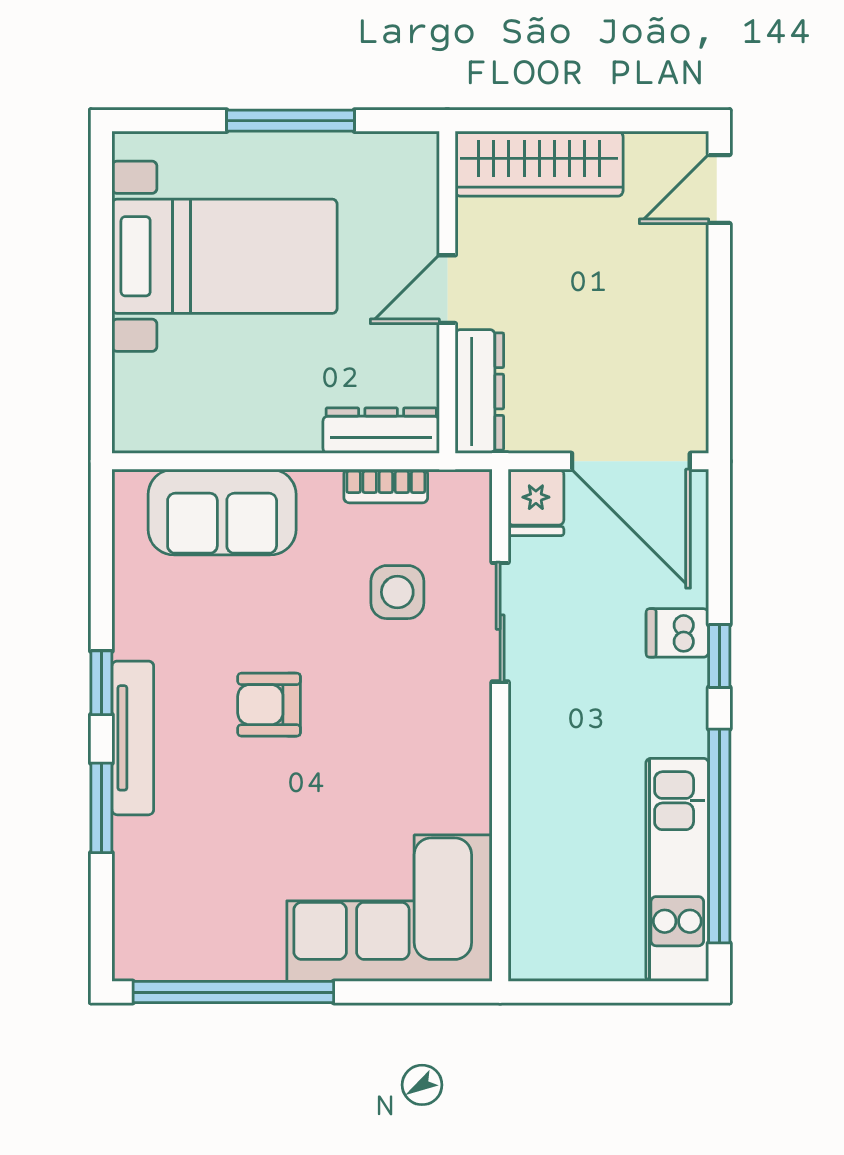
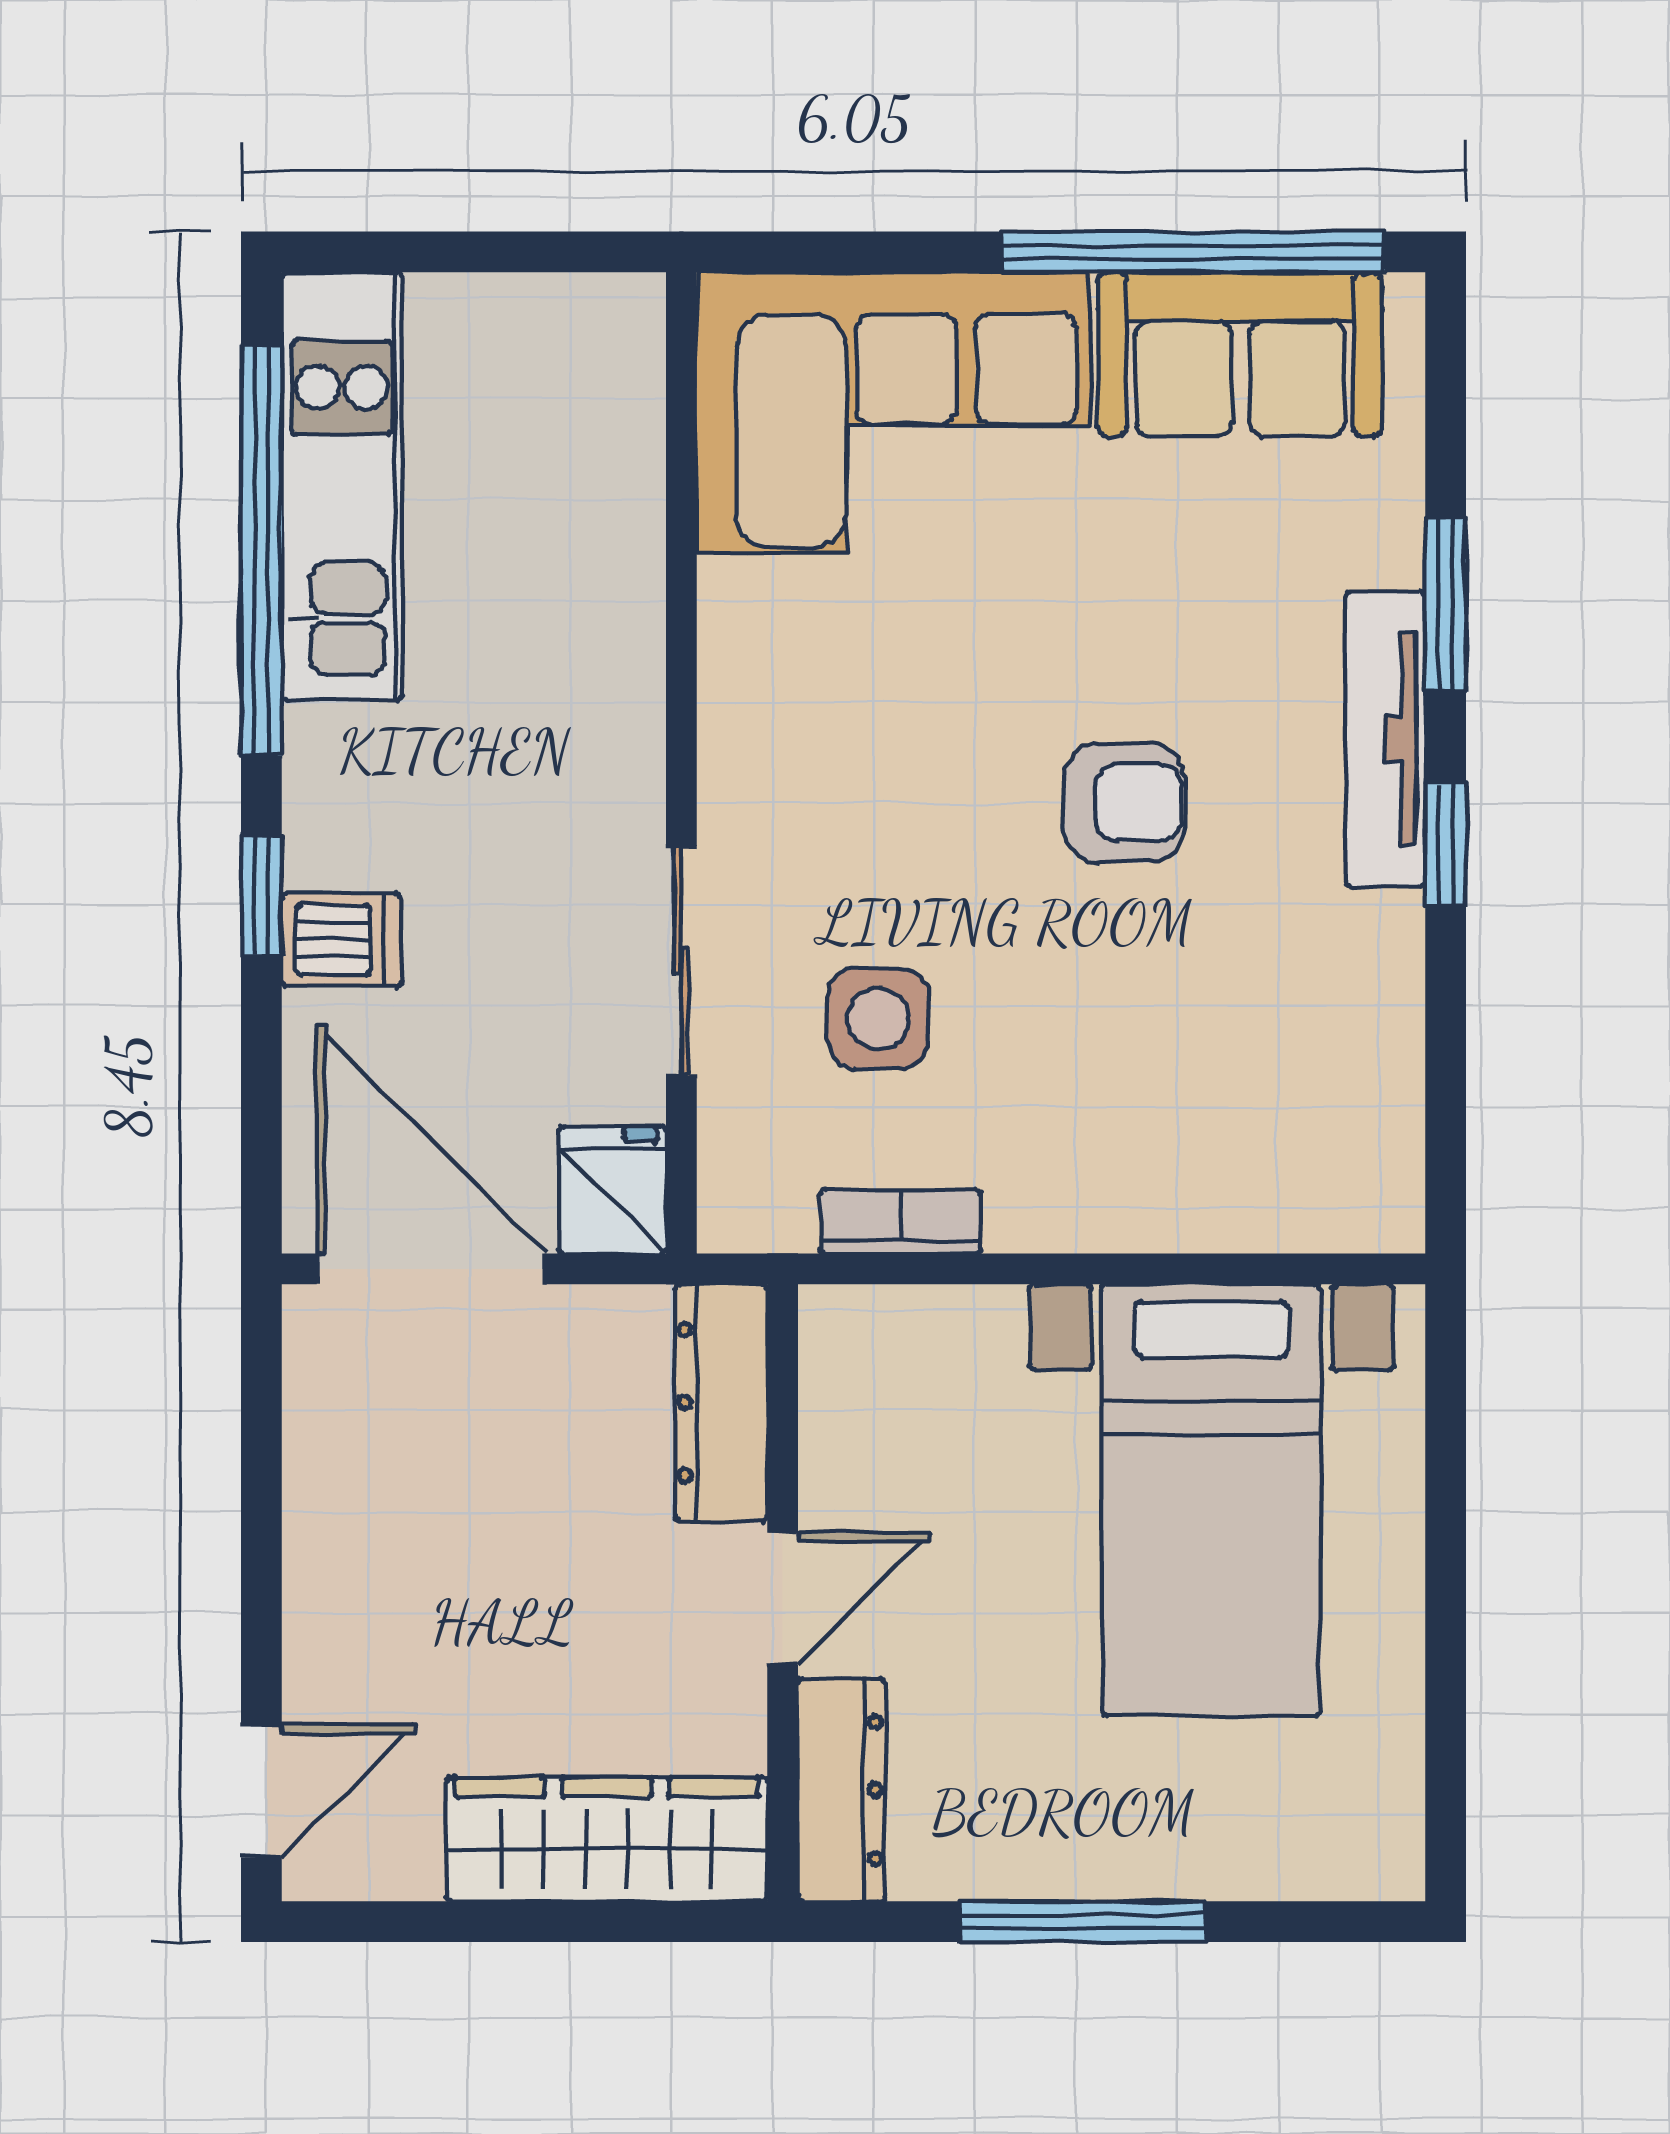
bed with nightstands: (225, 256) -> (1211, 1500), moved, turned -90
dresser: (381, 431) -> (841, 1790), moved, turned -90
sofa: (222, 512) -> (1240, 354), moved, turned 180

